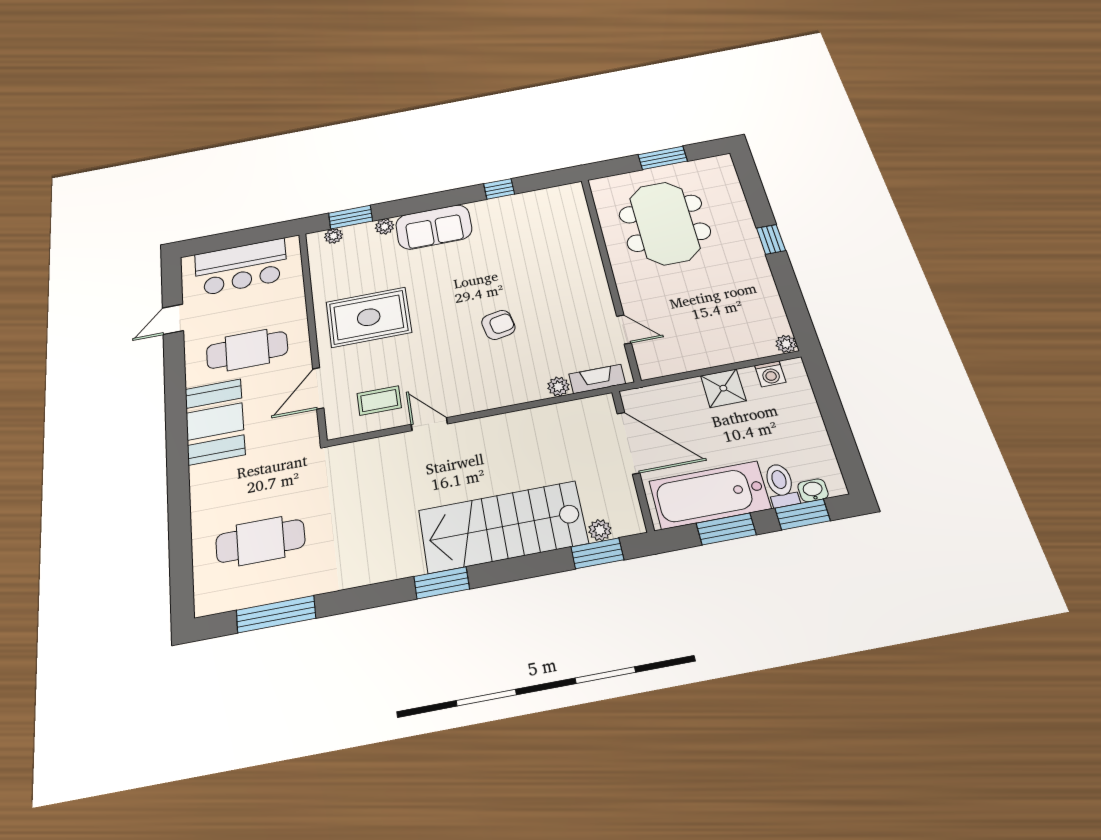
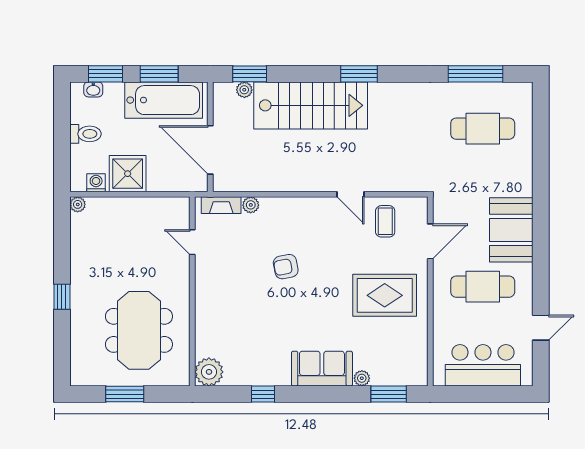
plant: (333, 236) -> (209, 372), moved, width x1.87, depth x1.87
shower: (723, 388) -> (128, 174), width x1.36, depth x1.36
coffee table: (379, 401) -> (385, 221), turned 90
toilet: (781, 485) -> (85, 134), moved, turned -90

